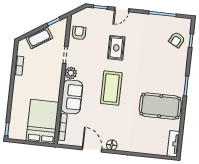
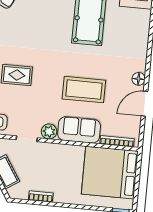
coffee table: (111, 88) -> (84, 90), moved
bed: (42, 122) -> (110, 173), width x1.36

